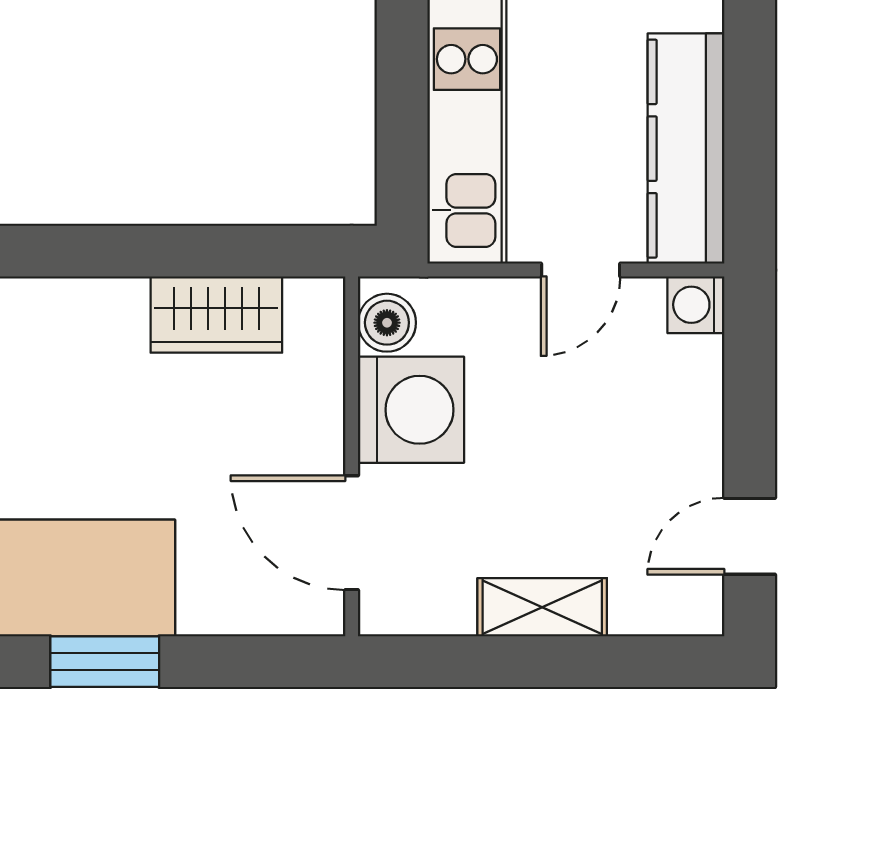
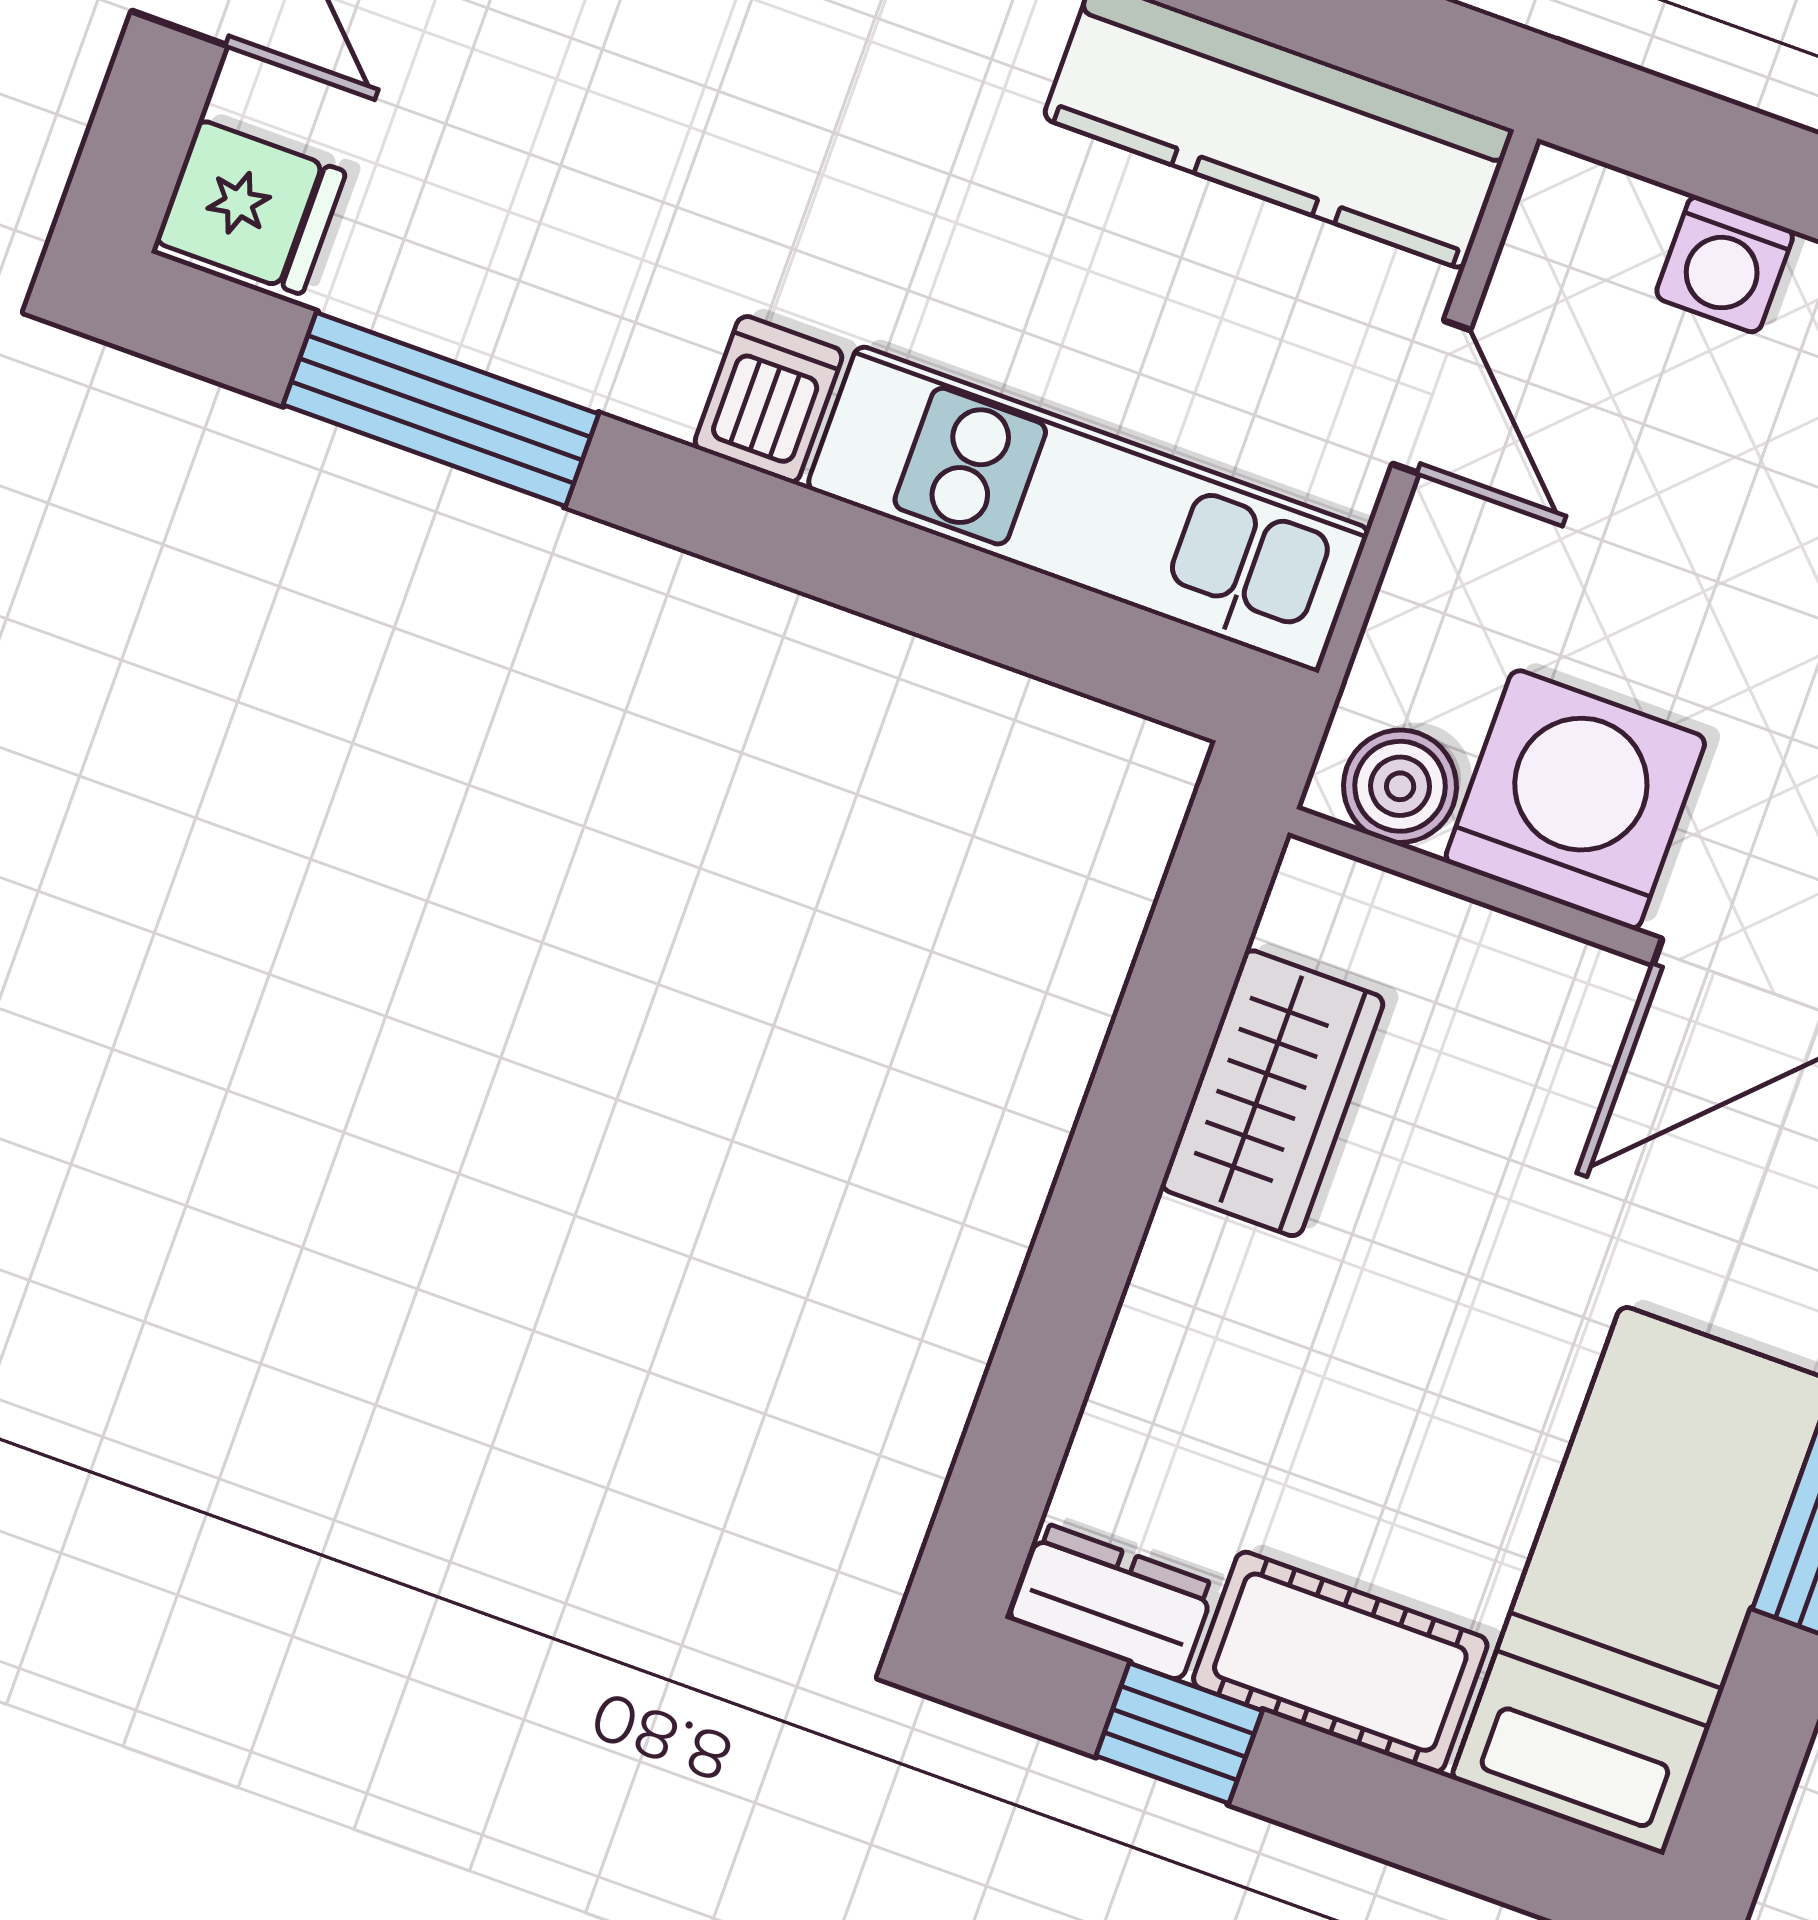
washing machine: (696, 305) -> (1725, 264), moved

